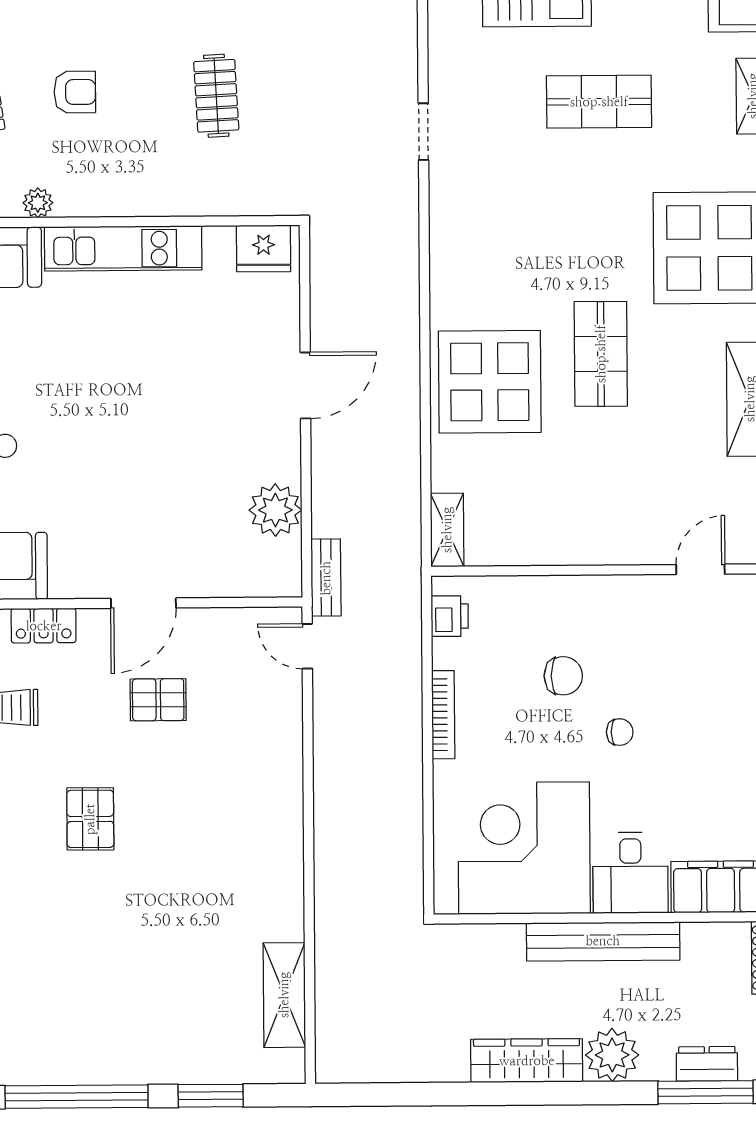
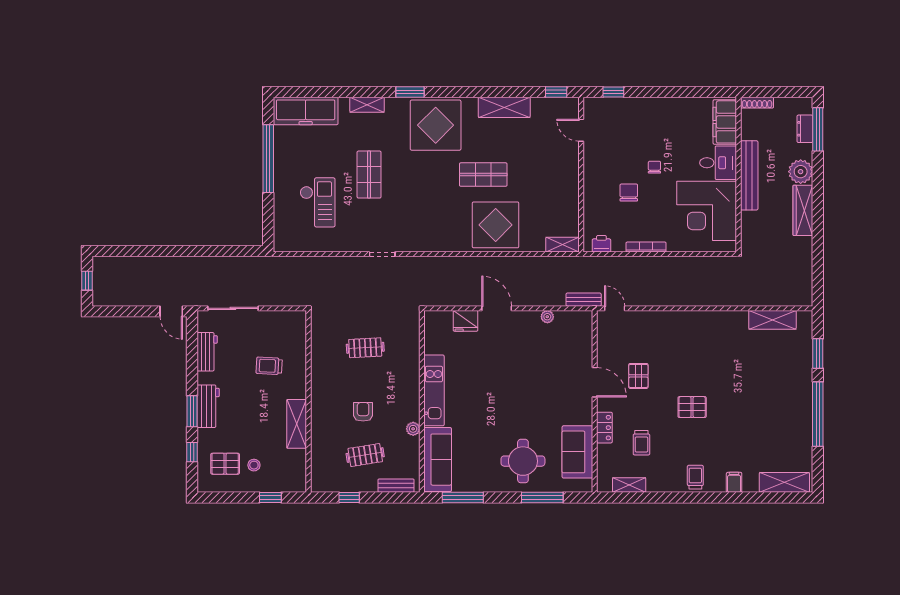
fridge: (264, 248) -> (466, 321), moved, turned 90
plant: (275, 510) -> (547, 317), width x0.53, depth x0.53
door: (307, 646) -> (615, 308), swing flipped

